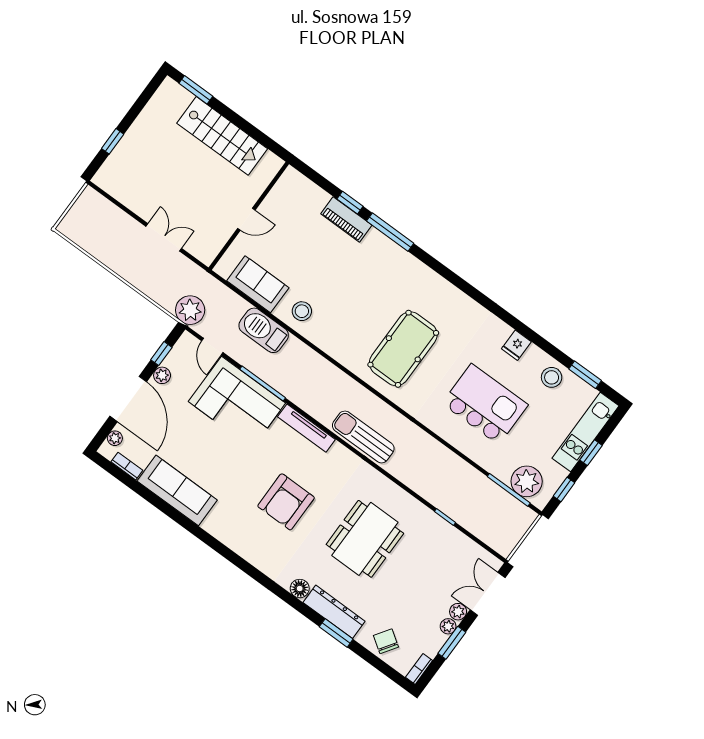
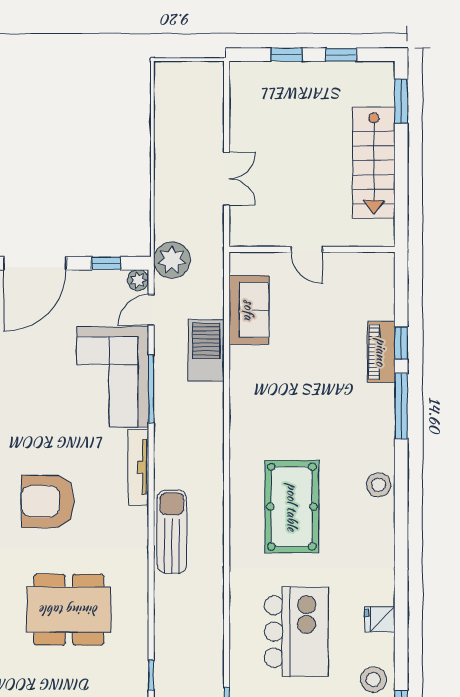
window: (138, 107) -> (341, 55), added
stool: (302, 311) -> (379, 485), moved
pool table: (403, 349) -> (292, 507), turned 90
plant: (162, 375) -> (138, 280), moved

